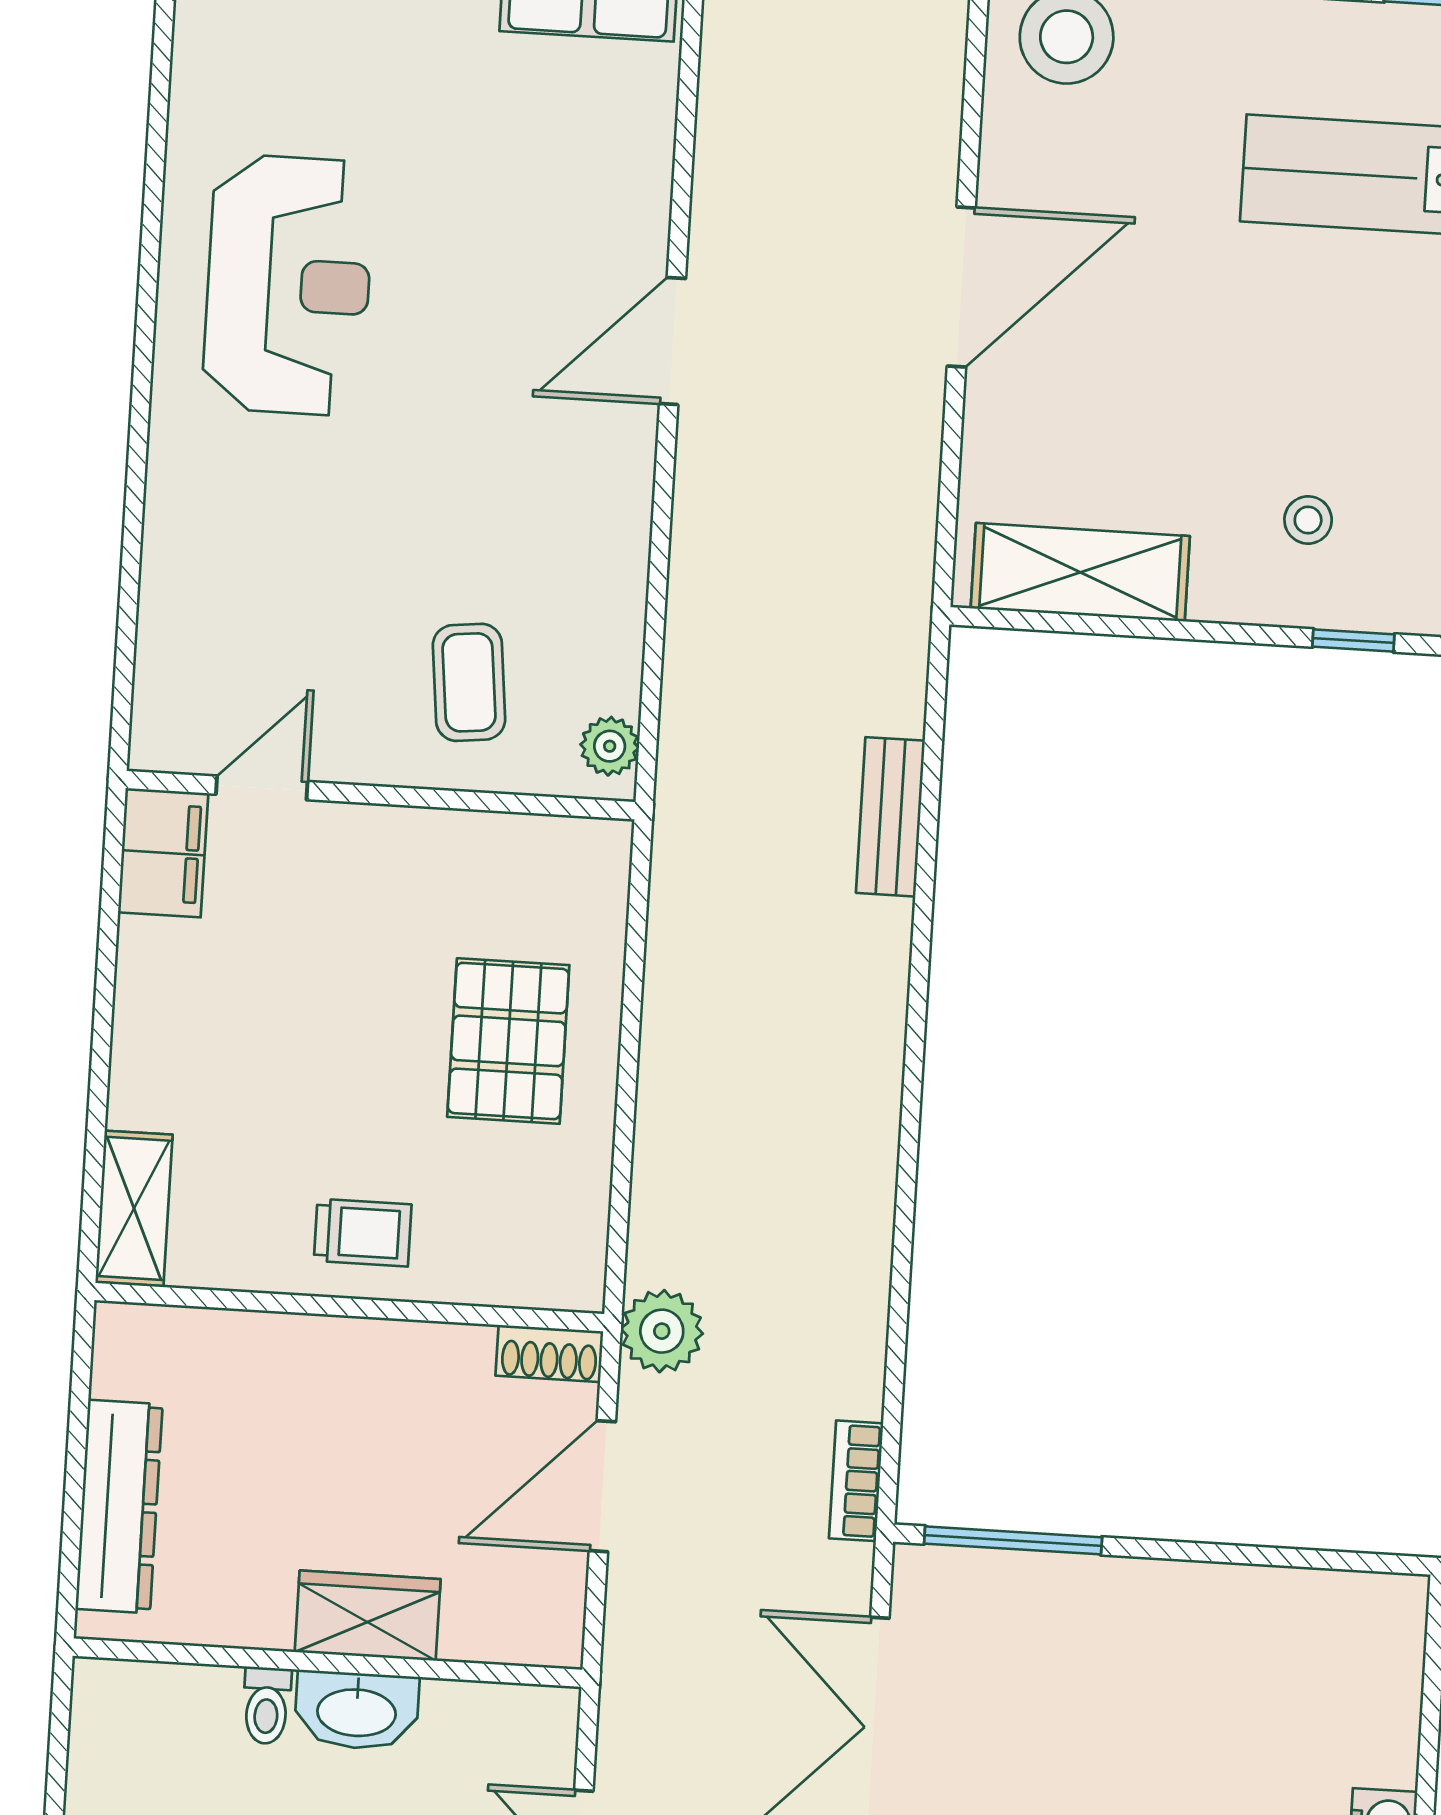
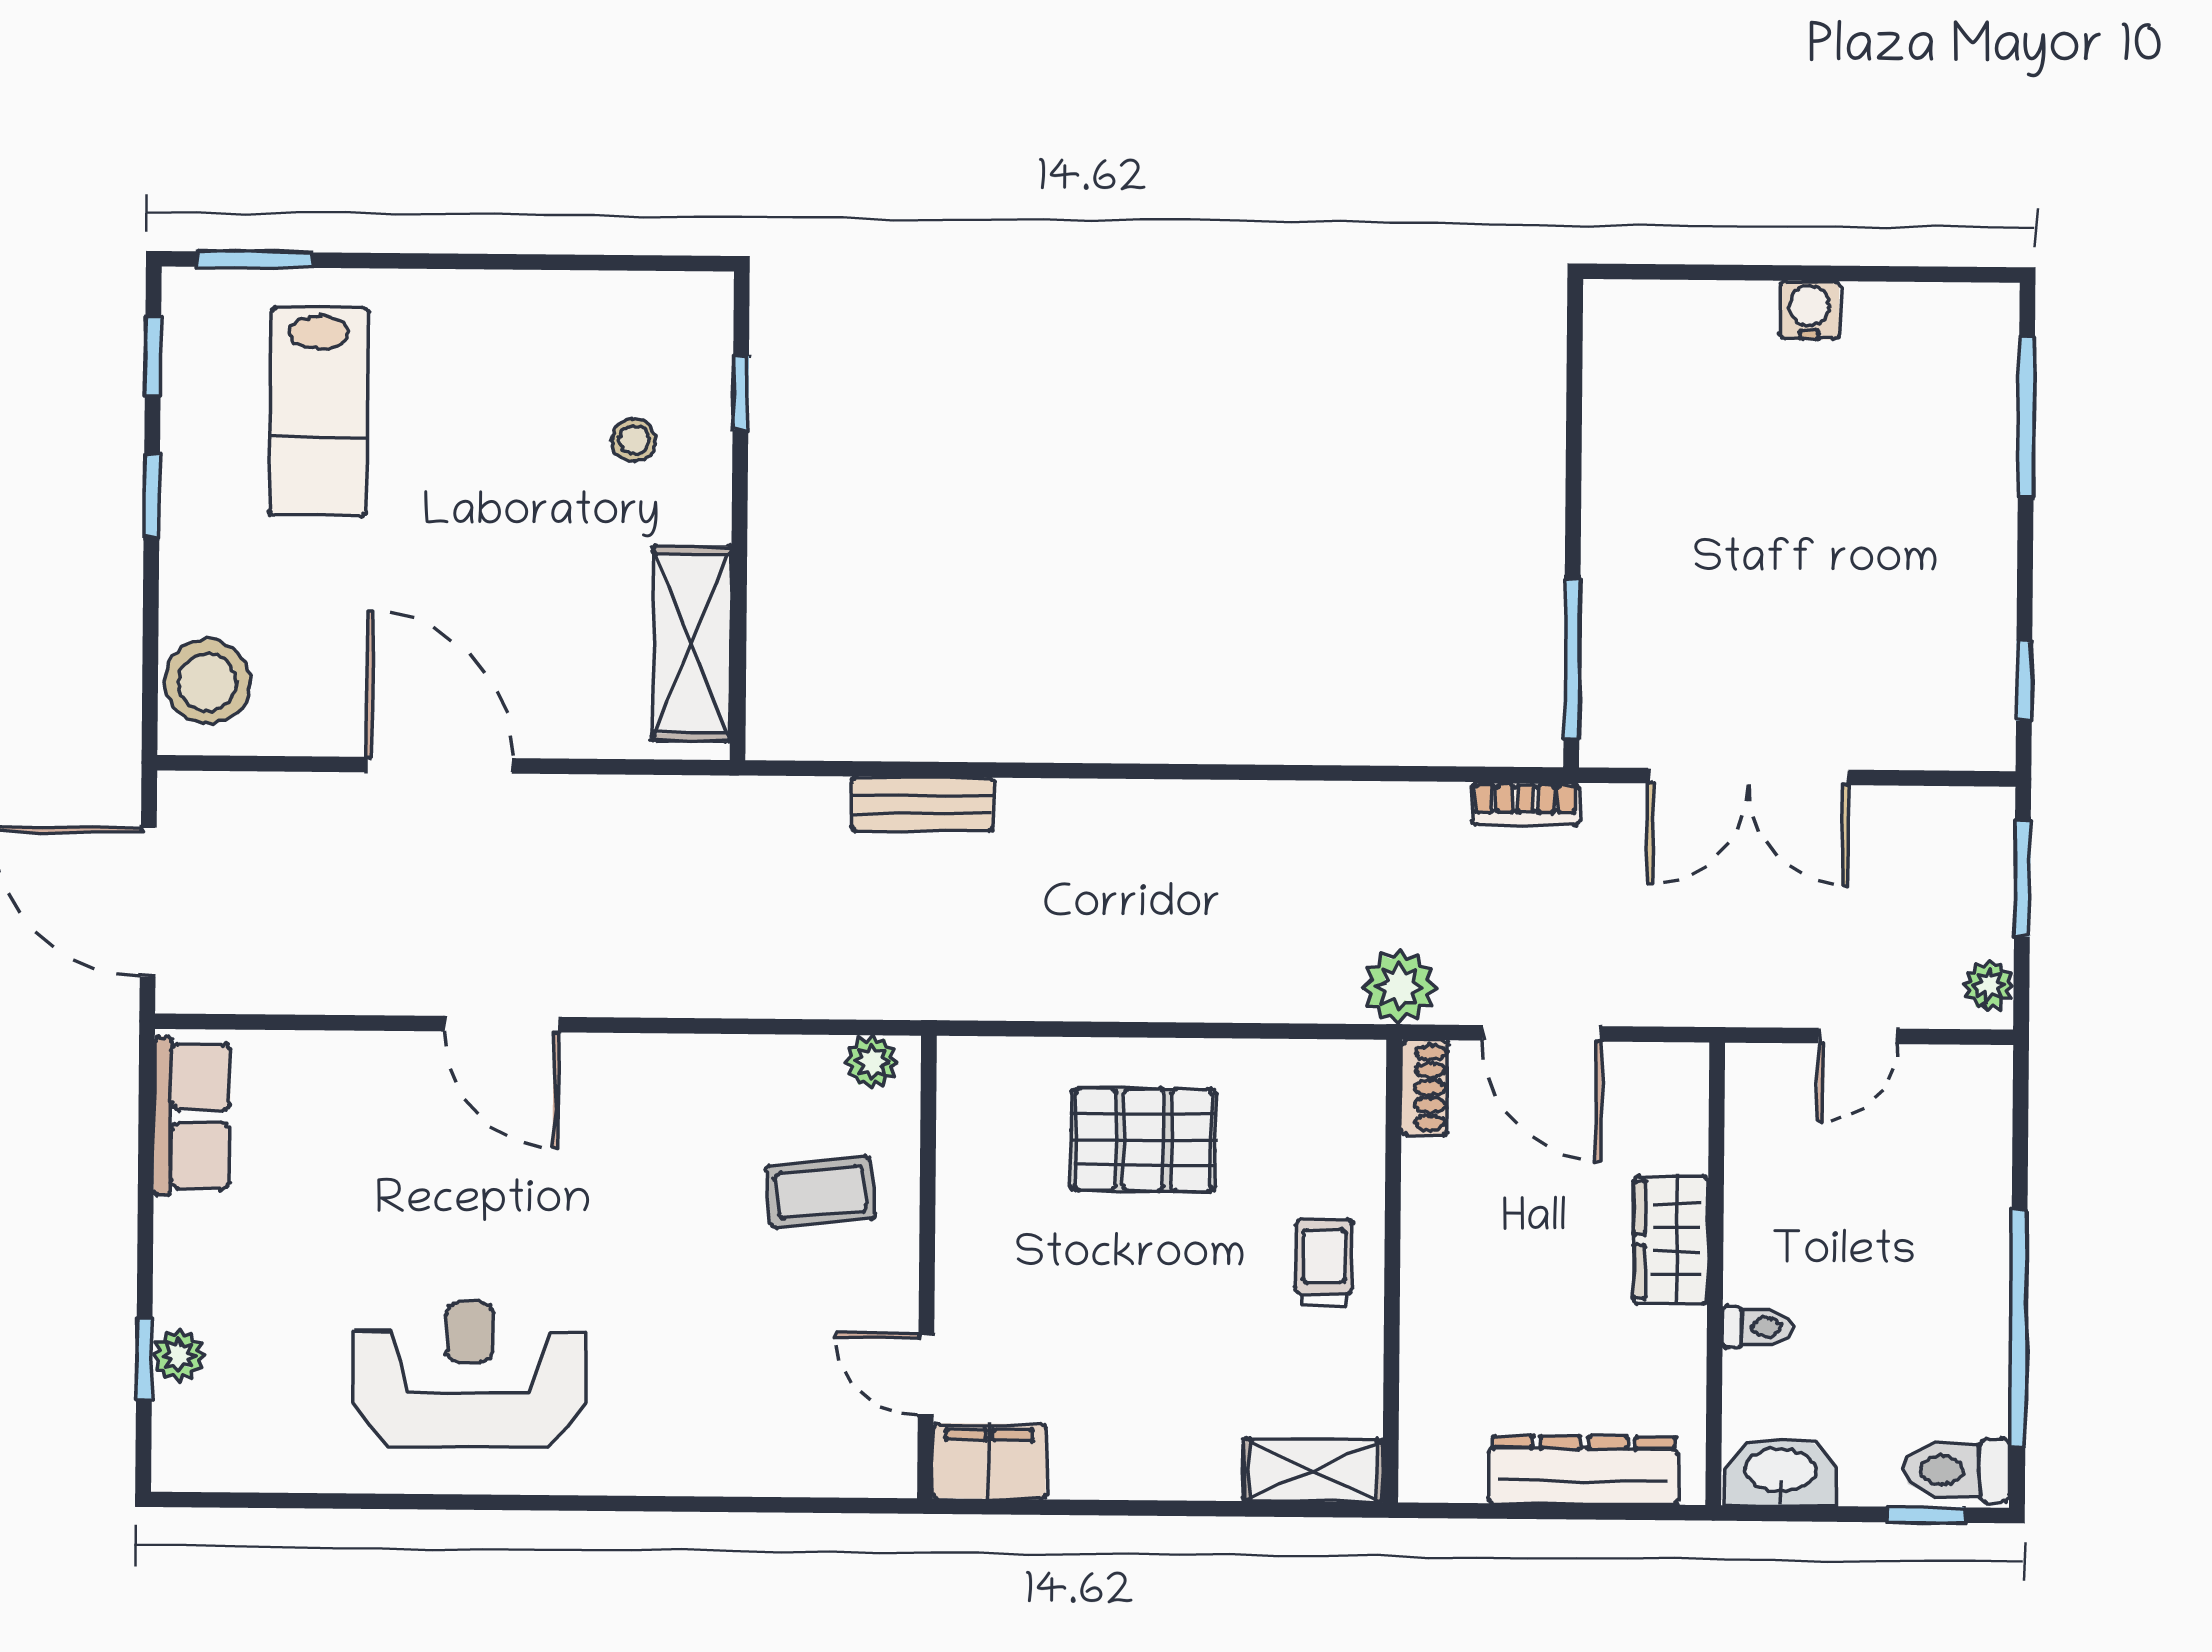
washbasin: (357, 1710) -> (1781, 1472), moved, turned -90

